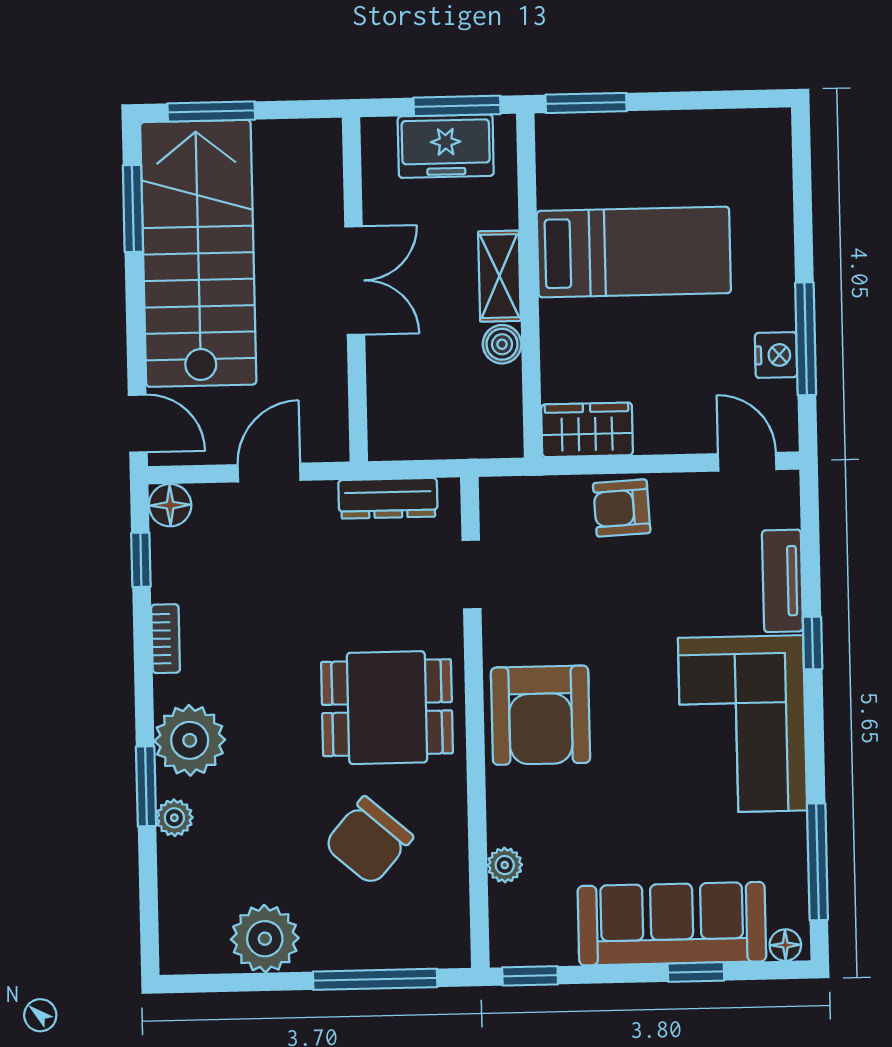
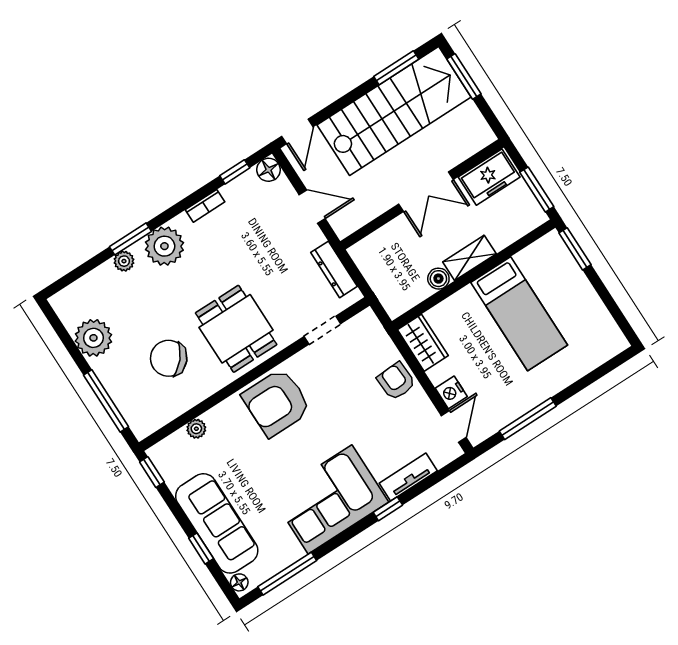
freezer: (446, 146) -> (489, 177), moved, turned -90
nightstand: (776, 355) -> (451, 392), moved, turned 90

